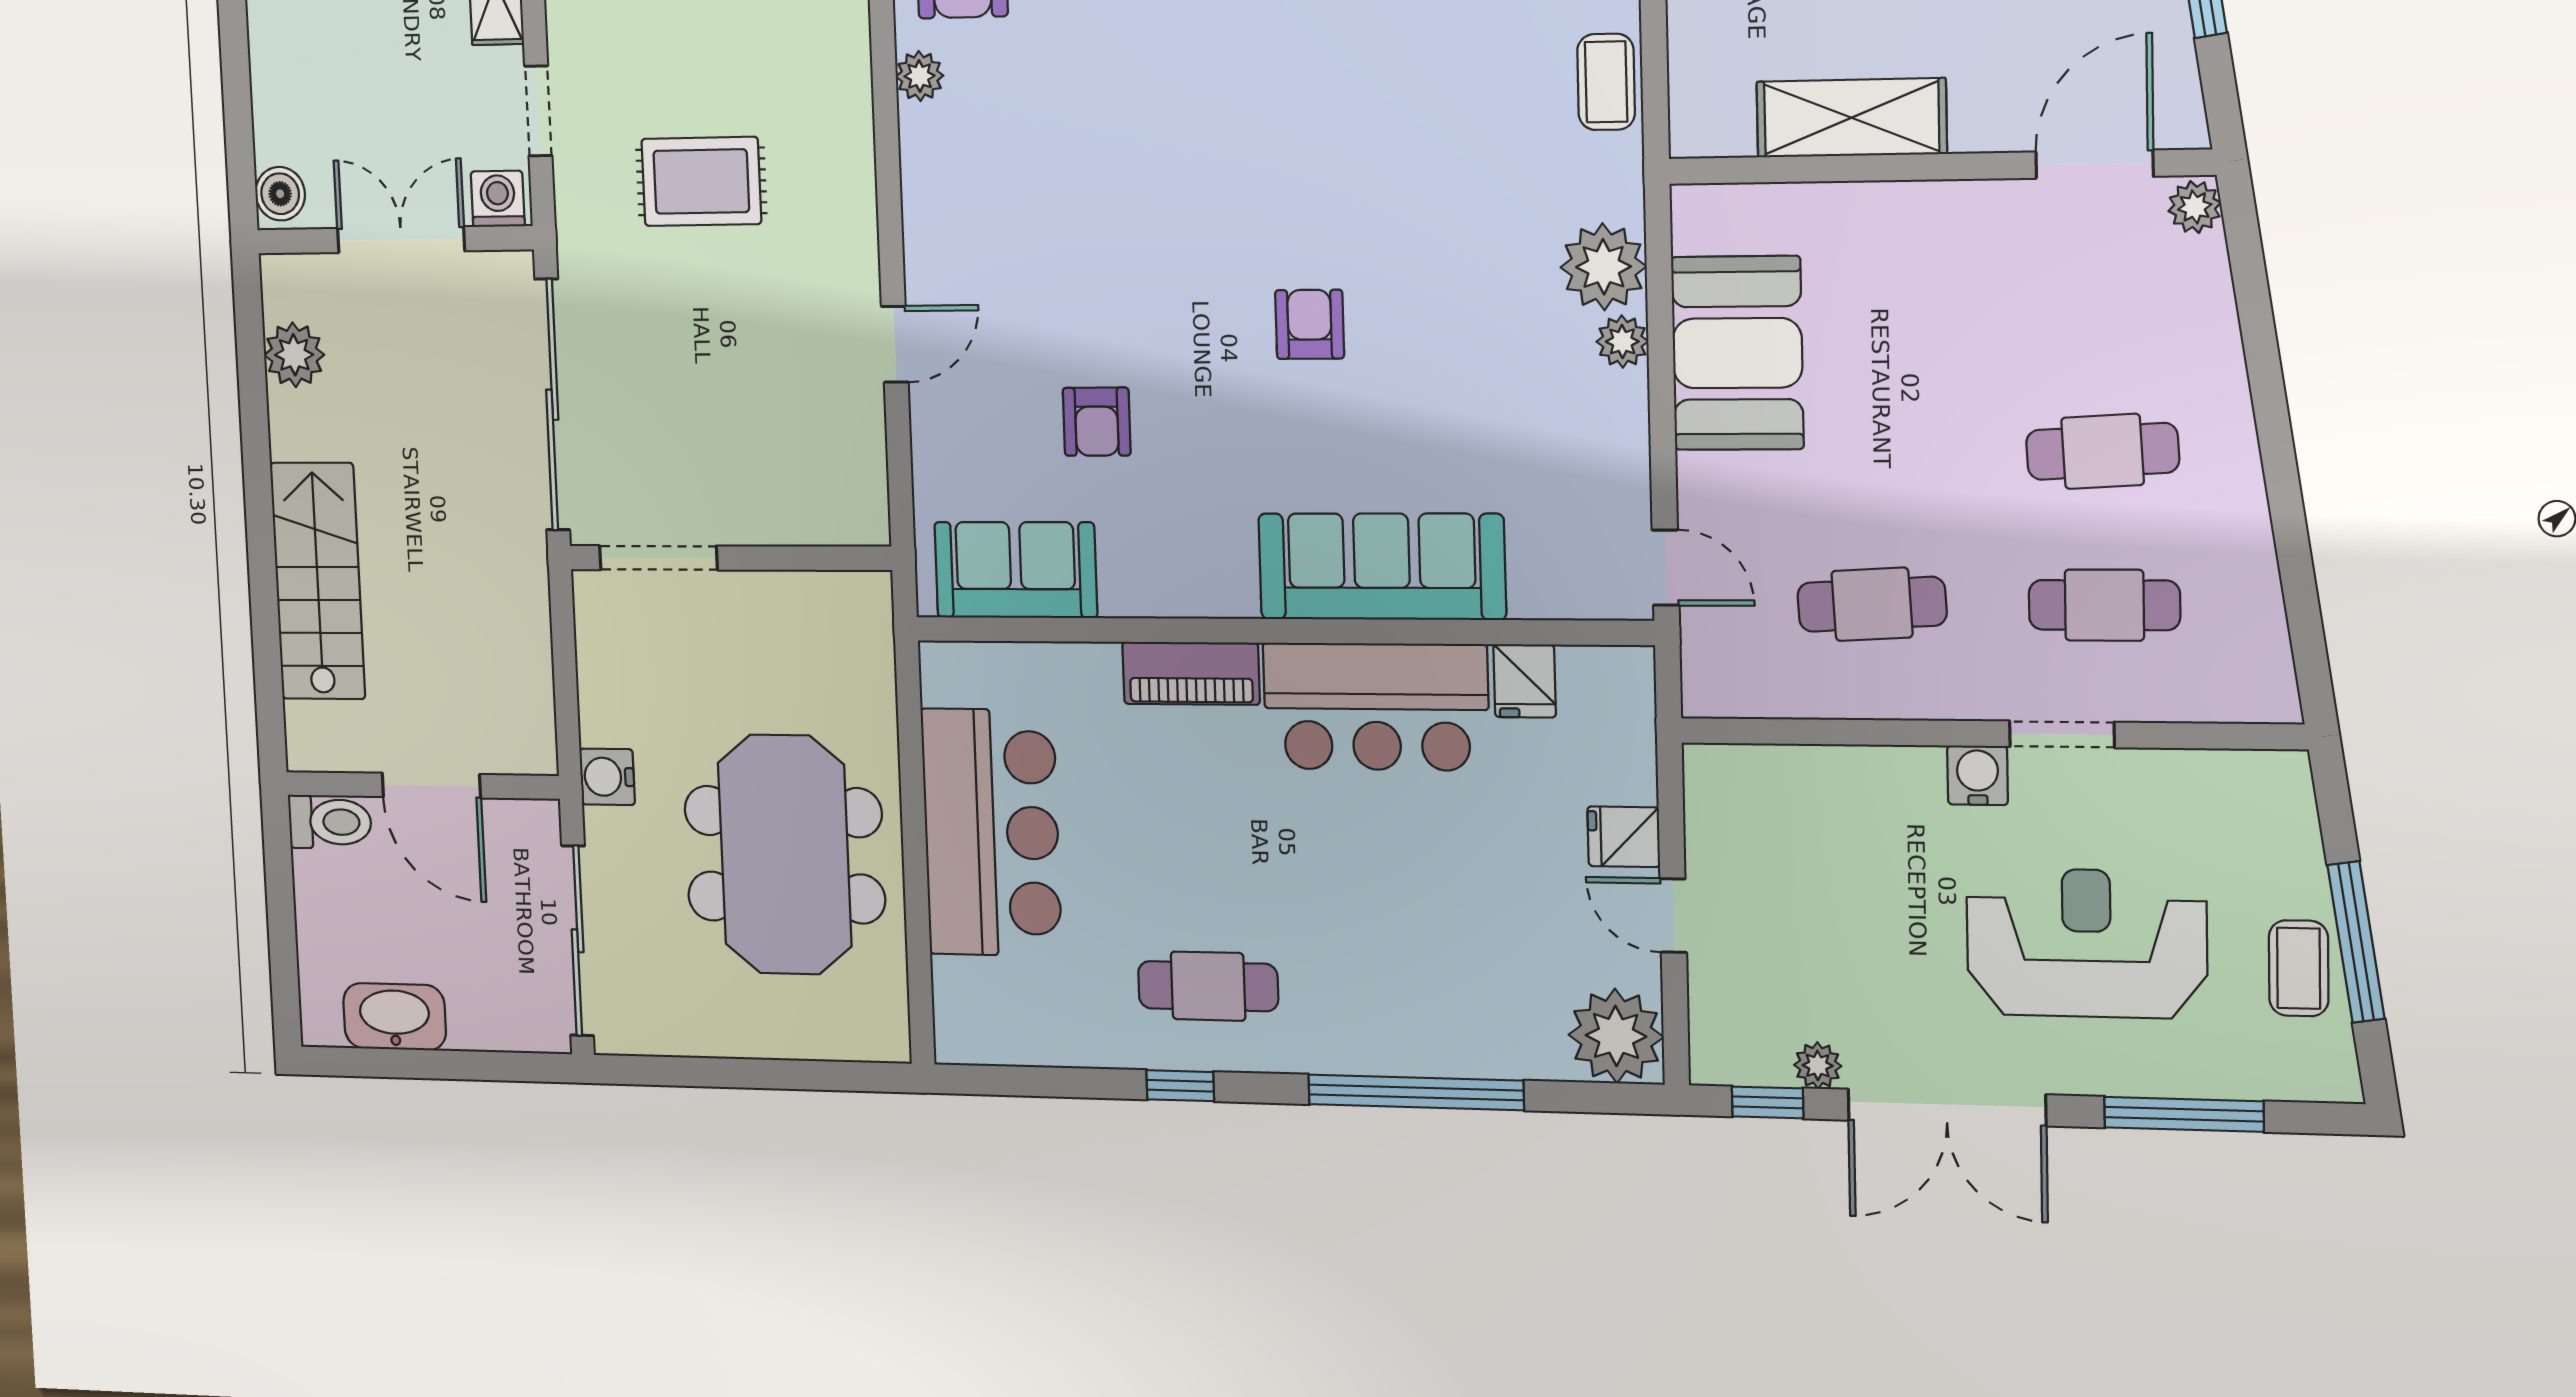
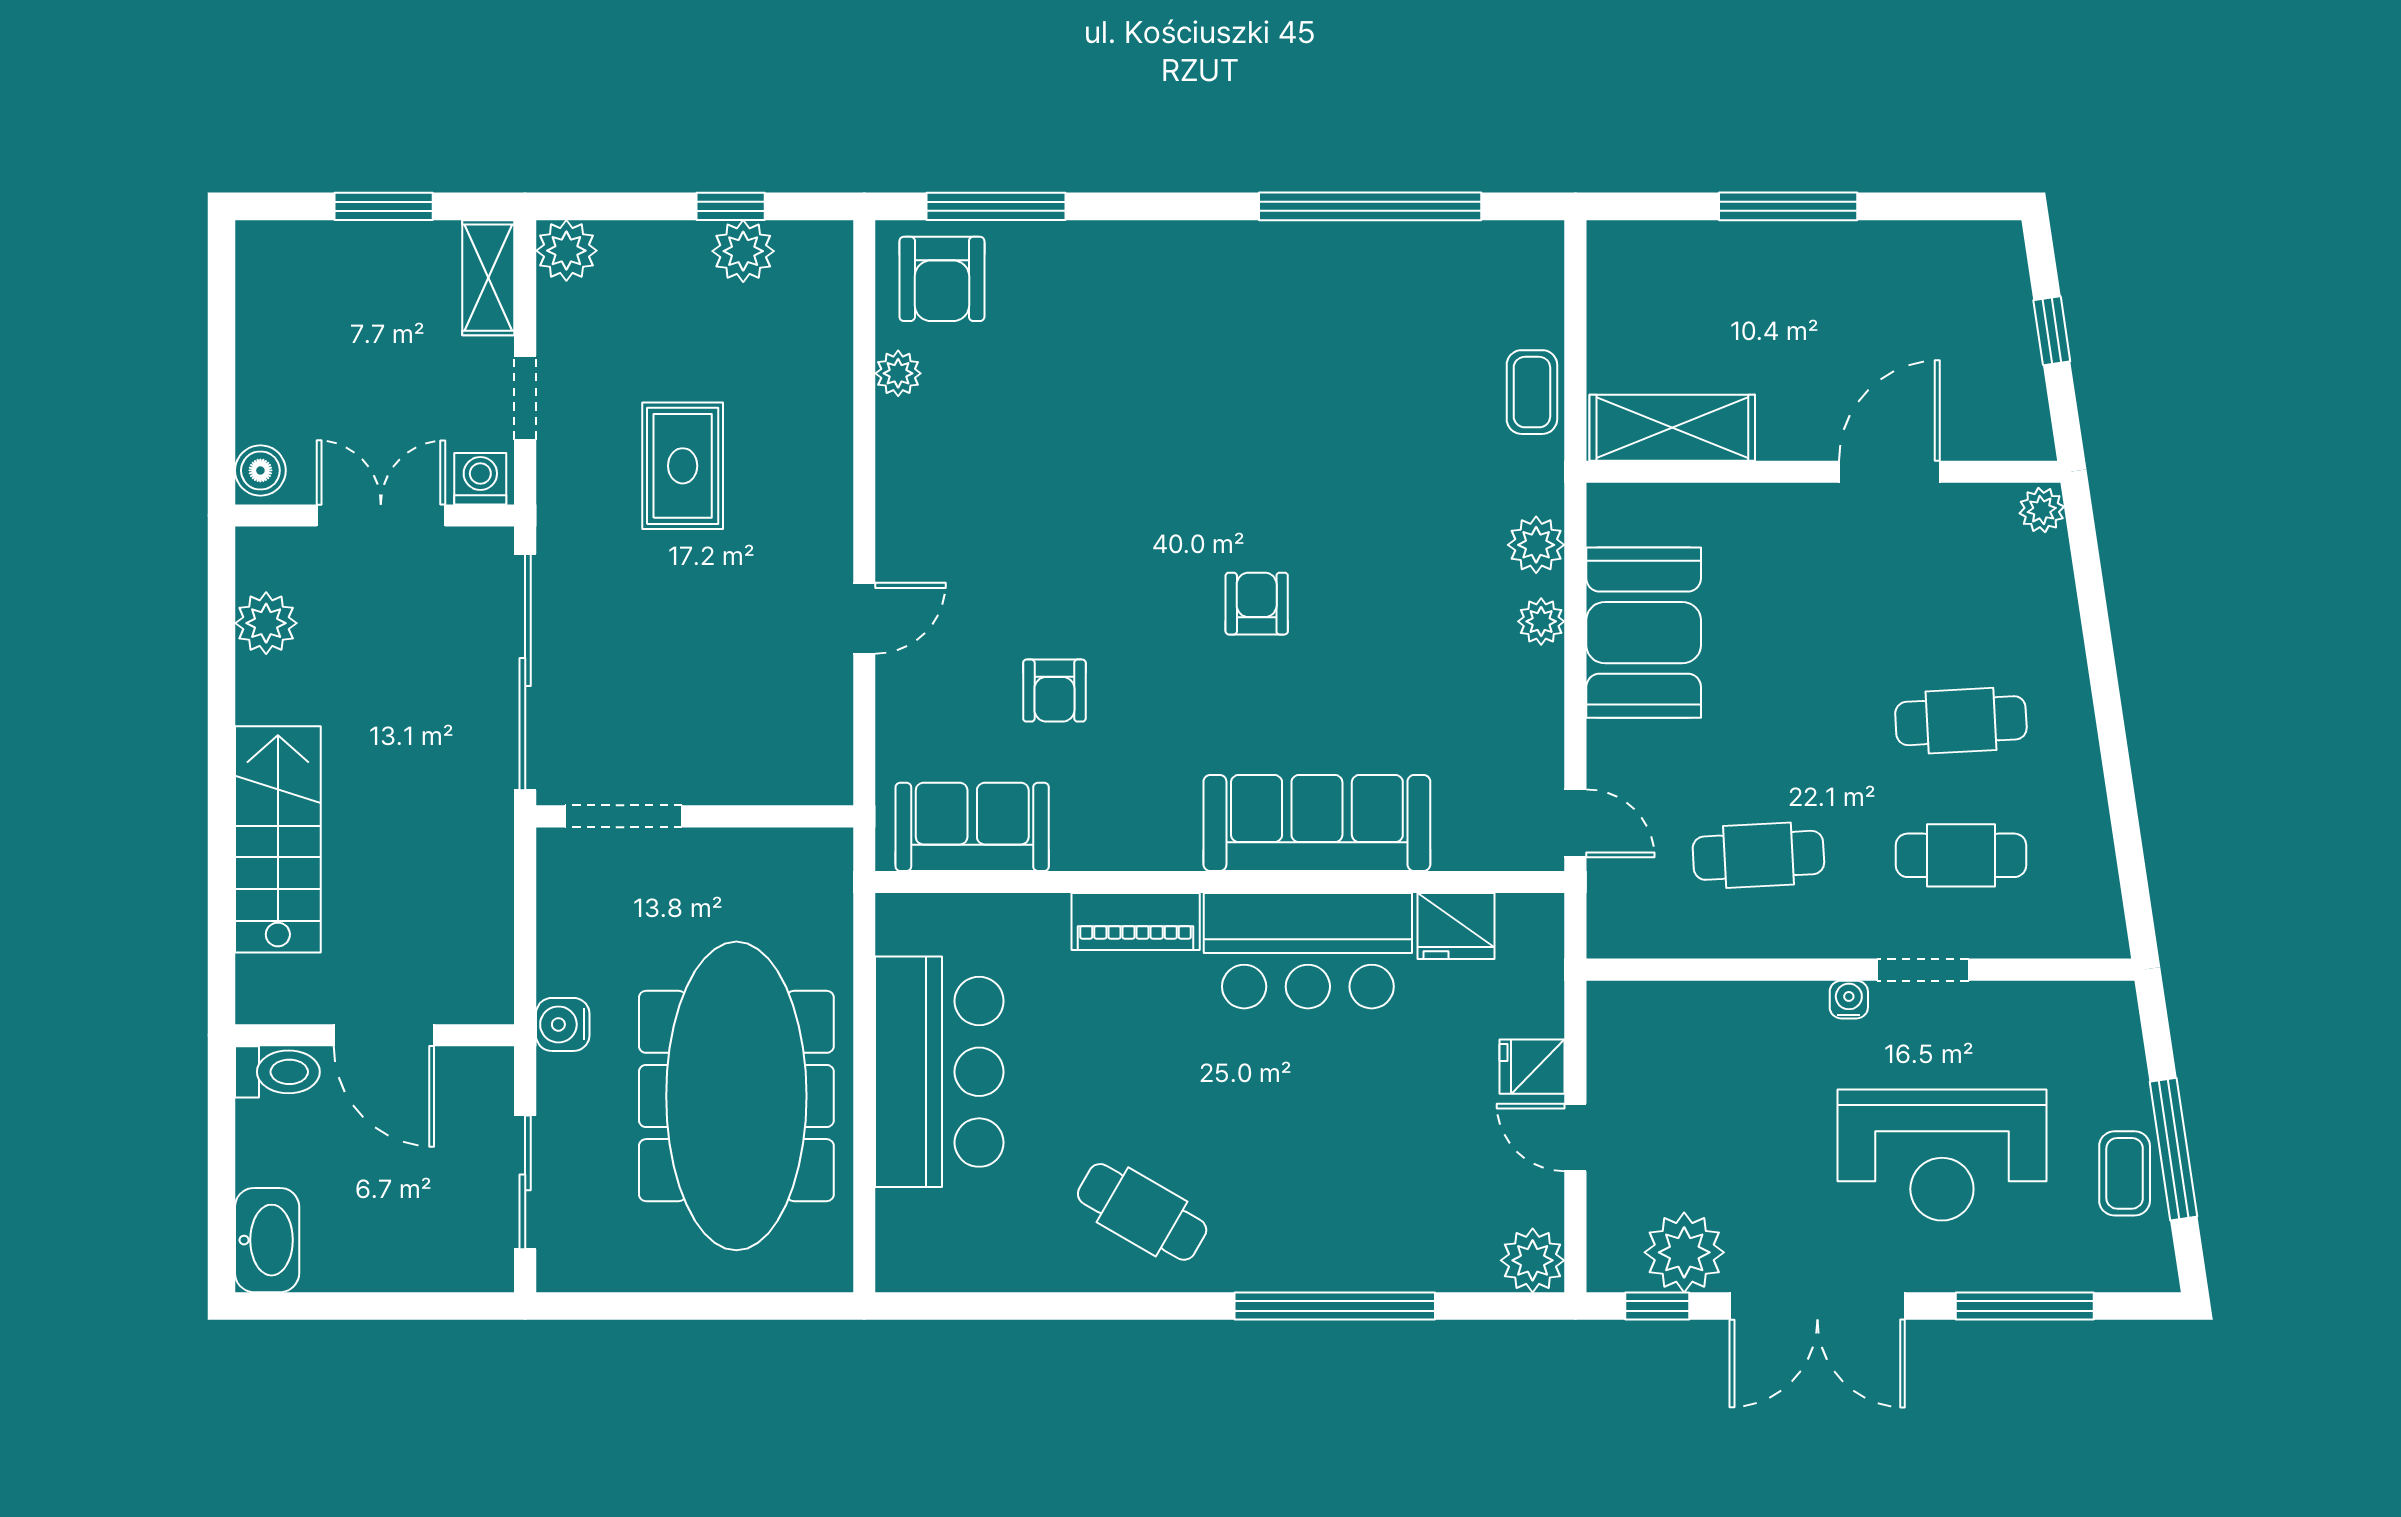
shelving: (1851, 118) -> (1672, 428), moved
door: (2094, 164) -> (1889, 472), moved
rug: (701, 181) -> (683, 466), turned 90
plant: (1604, 267) -> (1536, 545), width x0.73, depth x0.73
fridge: (1525, 681) -> (1456, 926), width x1.38
water cooler: (1978, 775) -> (1849, 1000), width x0.72, depth x0.72
meeting table: (785, 855) -> (736, 1096), width x1.36
sliding door: (578, 941) -> (525, 1182), width x0.73
reception desk: (2087, 943) -> (1942, 1155), turned 180
cafe table: (1208, 986) -> (1142, 1212), turned 30
washbasin: (395, 1017) -> (267, 1240), moved, turned 90
plant: (1616, 1036) -> (1533, 1260), width x0.73, depth x0.73
plant: (1818, 1065) -> (1684, 1252), width x1.88, depth x1.88
window: (1180, 1086) -> (1112, 1306), removed

